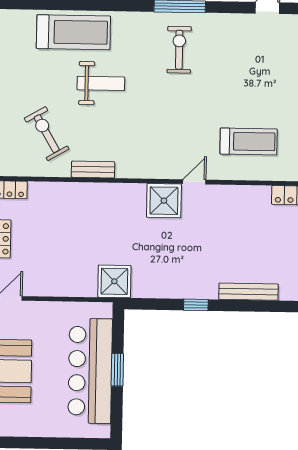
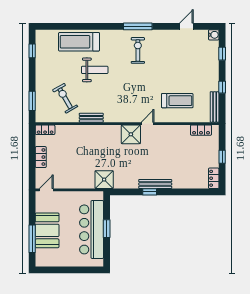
treadmill: (73, 32) -> (79, 42), turned 180
bench: (248, 292) -> (155, 184), moved

